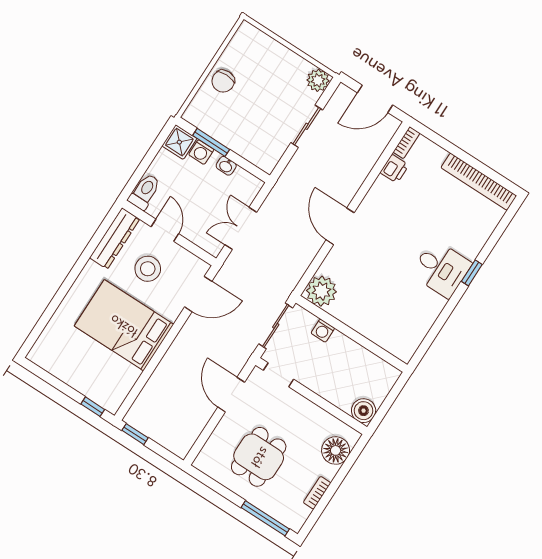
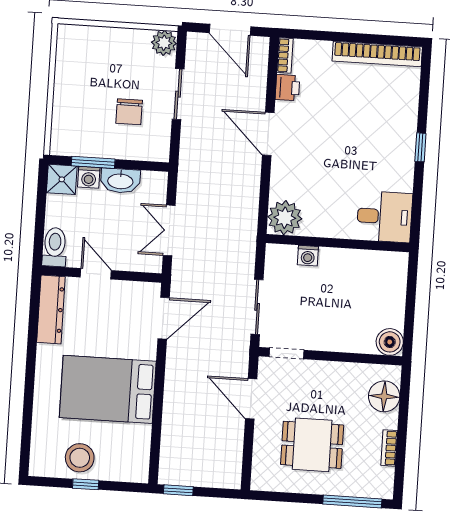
chair: (223, 81) -> (129, 112), moved
door: (375, 99) -> (230, 30), hinge flipped
washbasin: (226, 166) -> (120, 181), width x1.91, depth x1.45
door: (340, 226) -> (268, 134), moved
stool: (148, 269) -> (80, 458), moved
desk: (441, 269) -> (384, 217), moved
plant: (321, 291) -> (285, 218), moved
washing machine: (323, 331) -> (308, 256), moved
wall: (352, 334) -> (338, 243), moved
window: (93, 407) -> (86, 484), moved
dining table: (259, 457) -> (312, 445), turned 90

